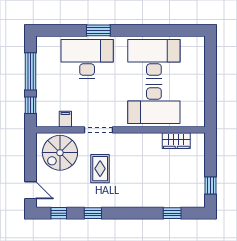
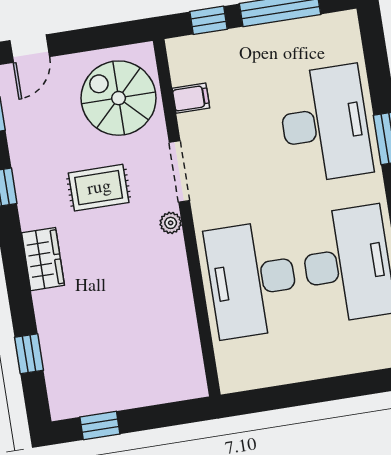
plant: (122, 138) -> (171, 223), added
wardrobe: (176, 141) -> (43, 259), moved, turned 180

